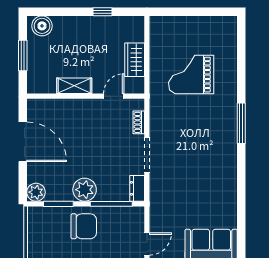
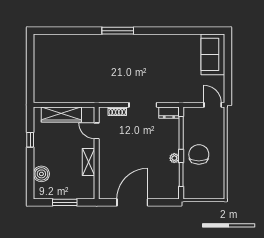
boiler: (42, 26) -> (41, 174), moved
wardrobe: (135, 60) -> (61, 115), width x1.50
grand piano: (191, 75) -> (80, 70), removed
plant: (85, 190) -> (174, 158), width x0.53, depth x0.53
plant: (36, 192) -> (172, 192), removed

